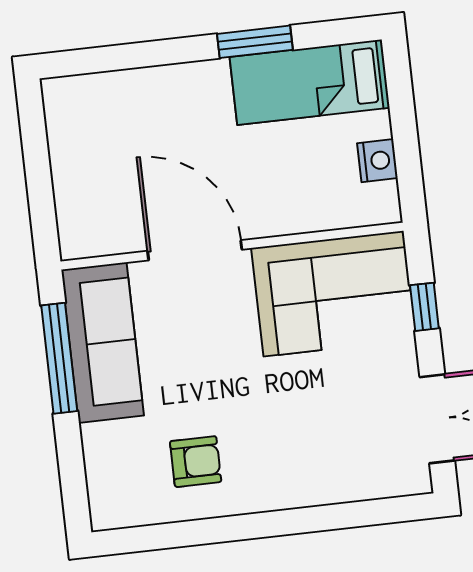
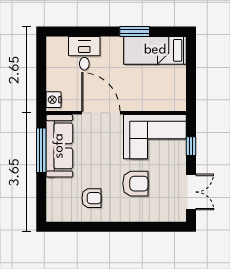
desk: (138, 109) -> (84, 53), added
nightstand: (377, 161) -> (53, 100), moved, turned 180
armchair: (299, 414) -> (135, 184), added

